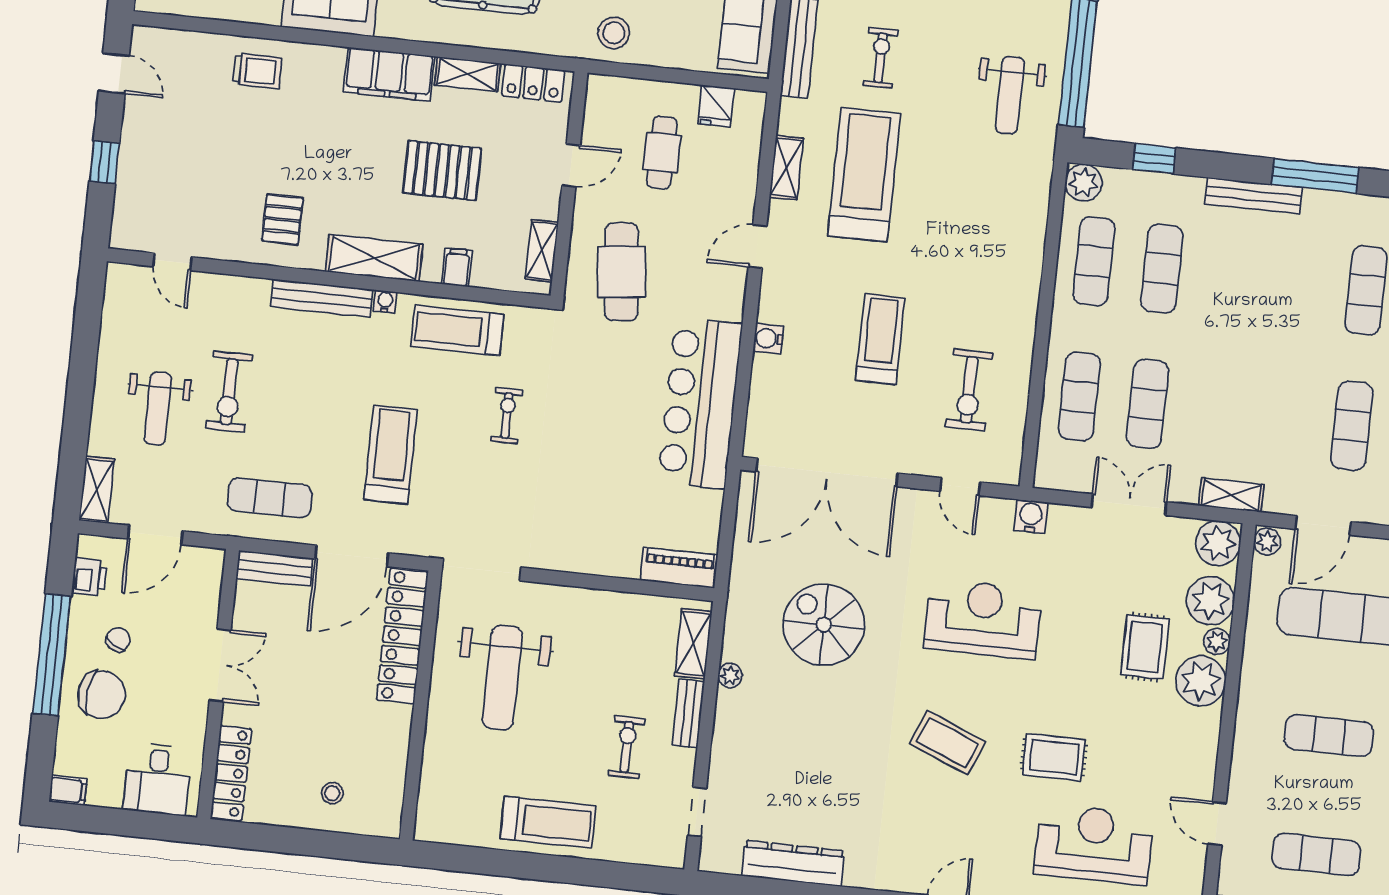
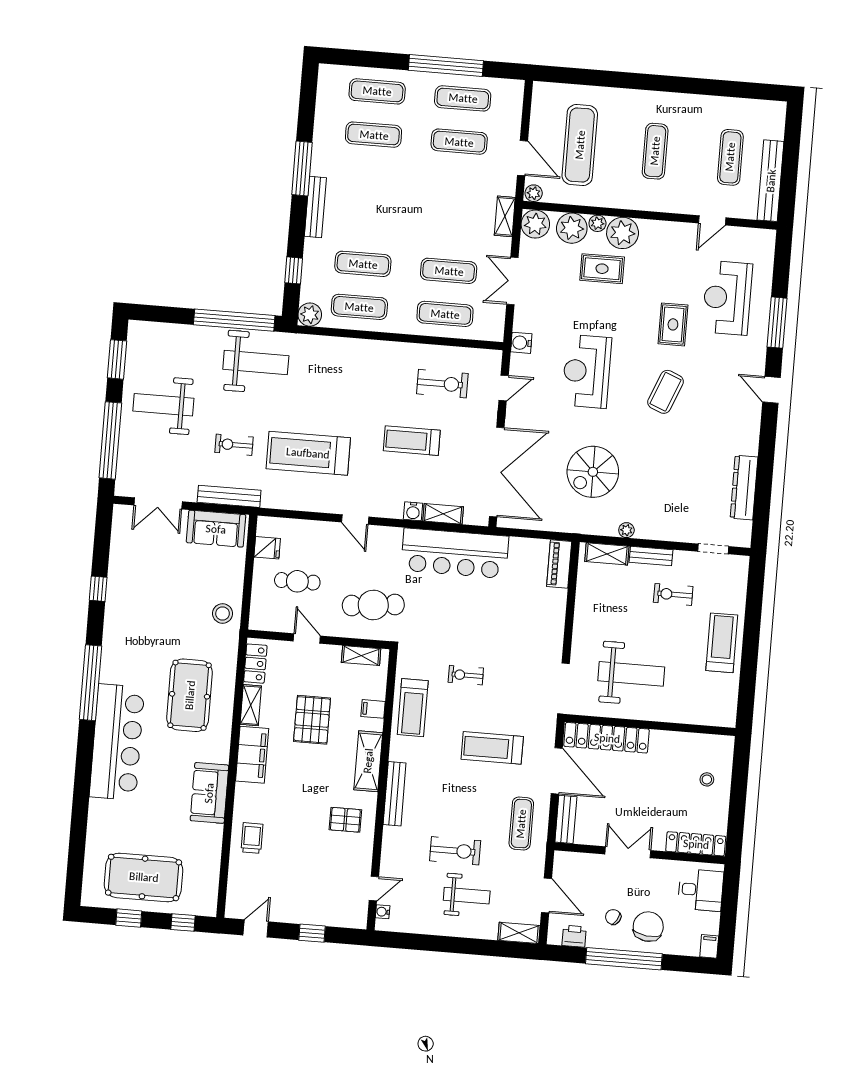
weight bench: (1010, 95) -> (256, 362), width x1.36, depth x1.33
shelving: (786, 168) -> (443, 514), moved
water cooler: (385, 301) -> (383, 912), moved

